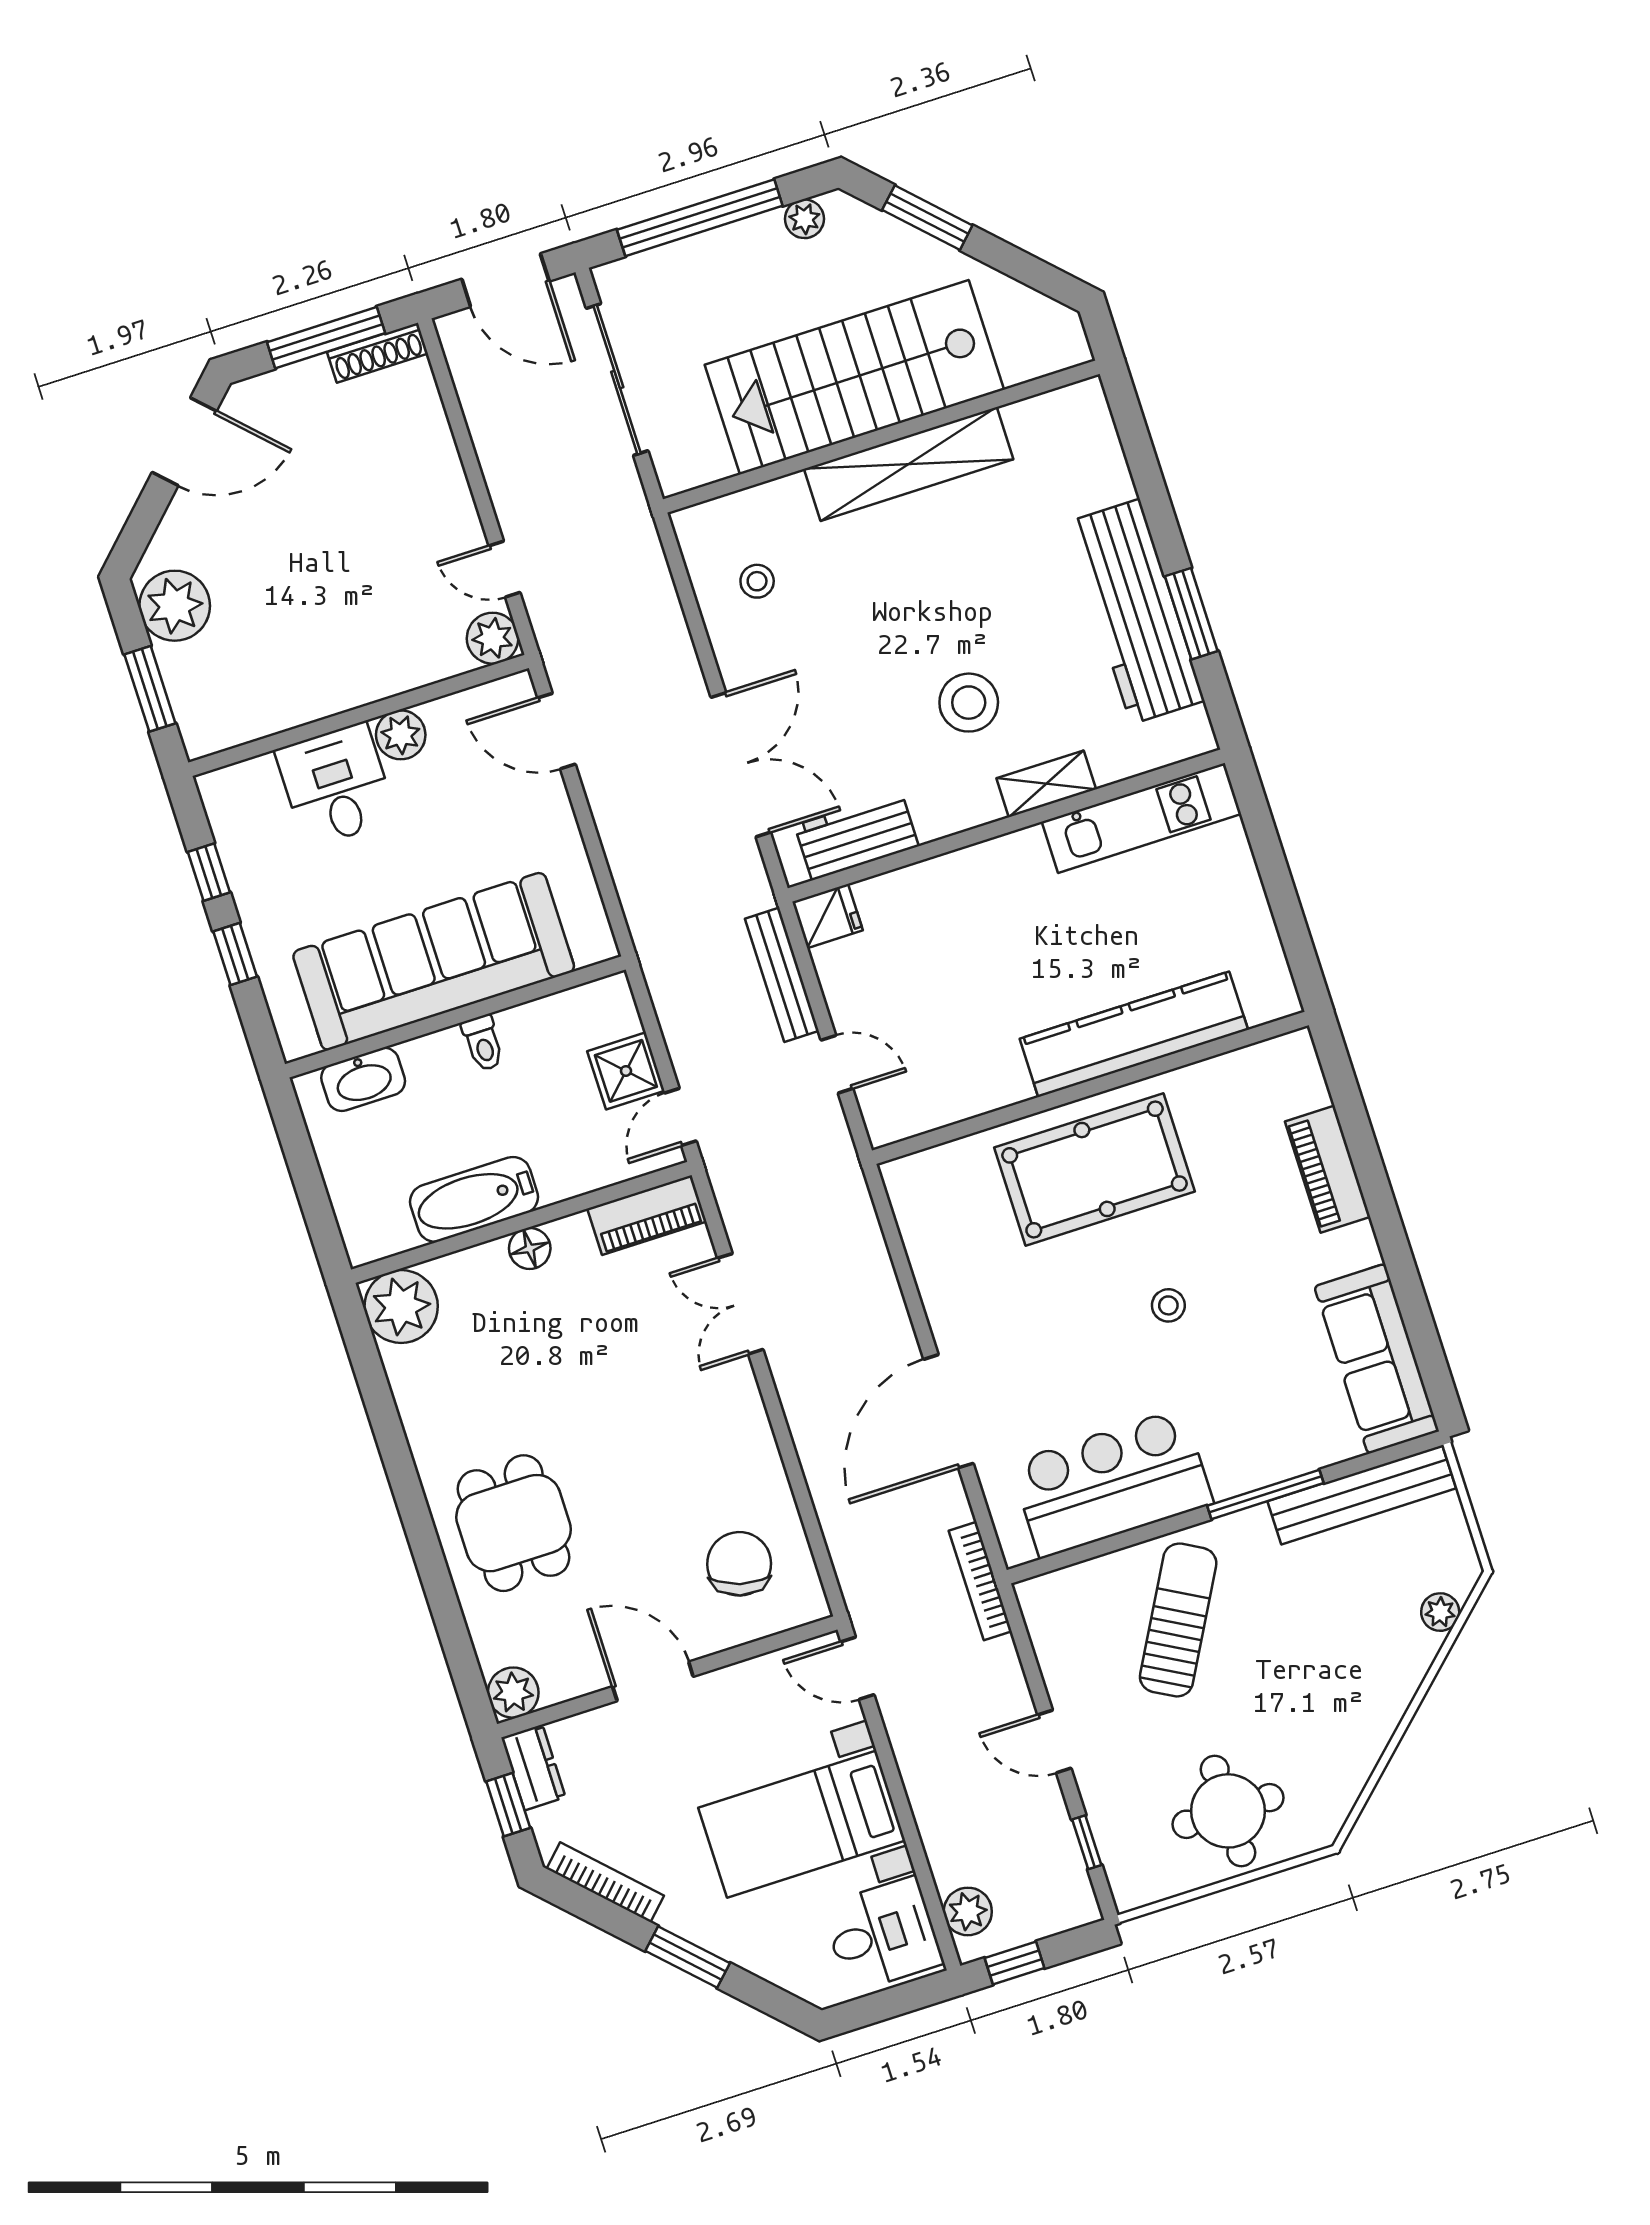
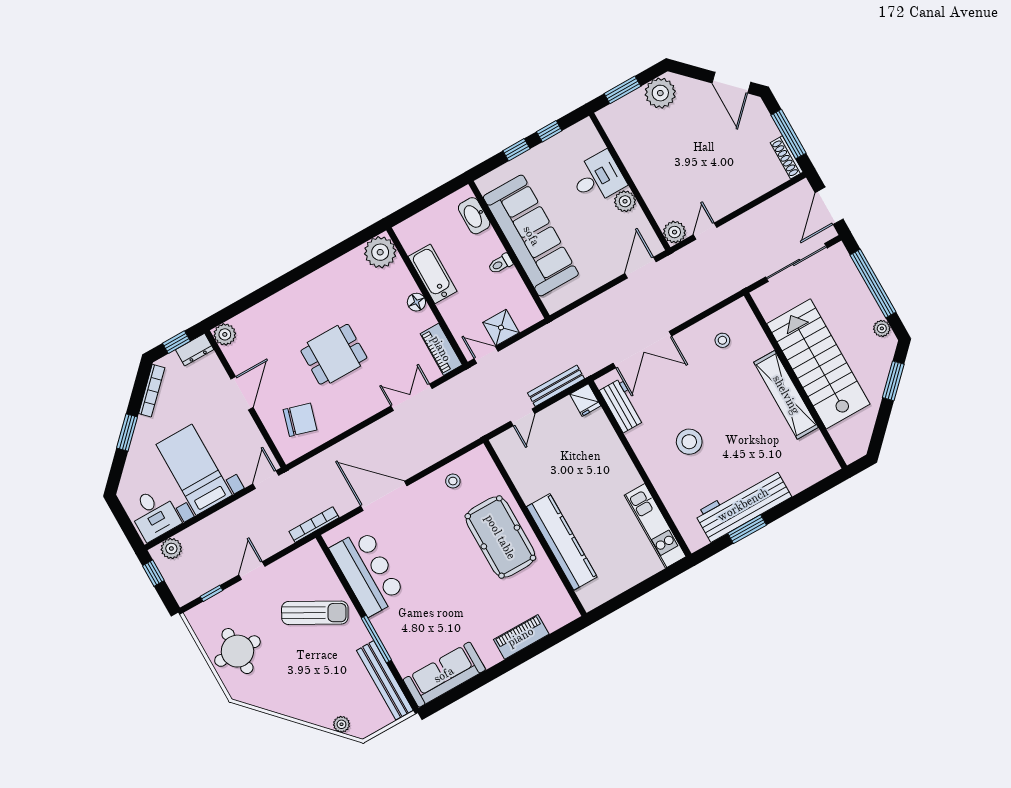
shelving: (1046, 784) -> (661, 482), removed
stool: (1168, 1305) -> (453, 481), moved
dining table: (514, 1523) -> (334, 354), moved

